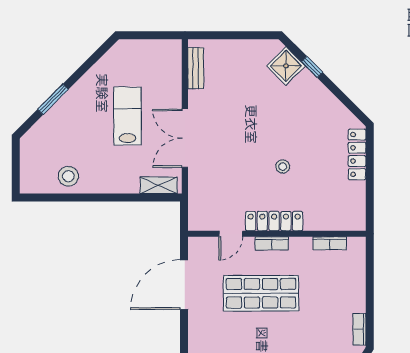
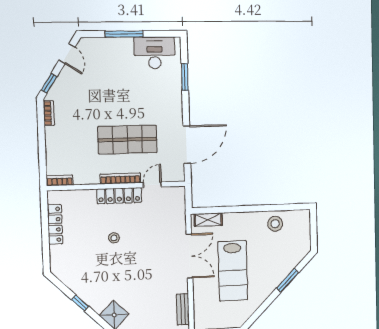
window: (312, 67) -> (80, 303), moved
lab bench: (127, 116) -> (233, 271), width x1.36, depth x1.39
locker: (357, 154) -> (55, 224), moved
bookcase: (272, 243) -> (120, 178), width x1.56
bookcase: (330, 243) -> (60, 180), moved

